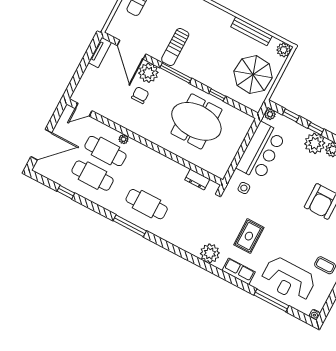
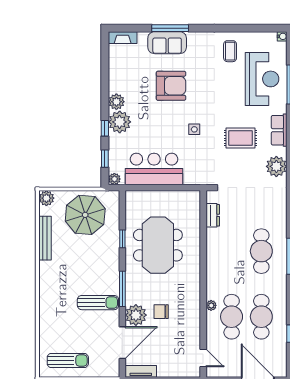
side table: (244, 188) -> (194, 129), moved

